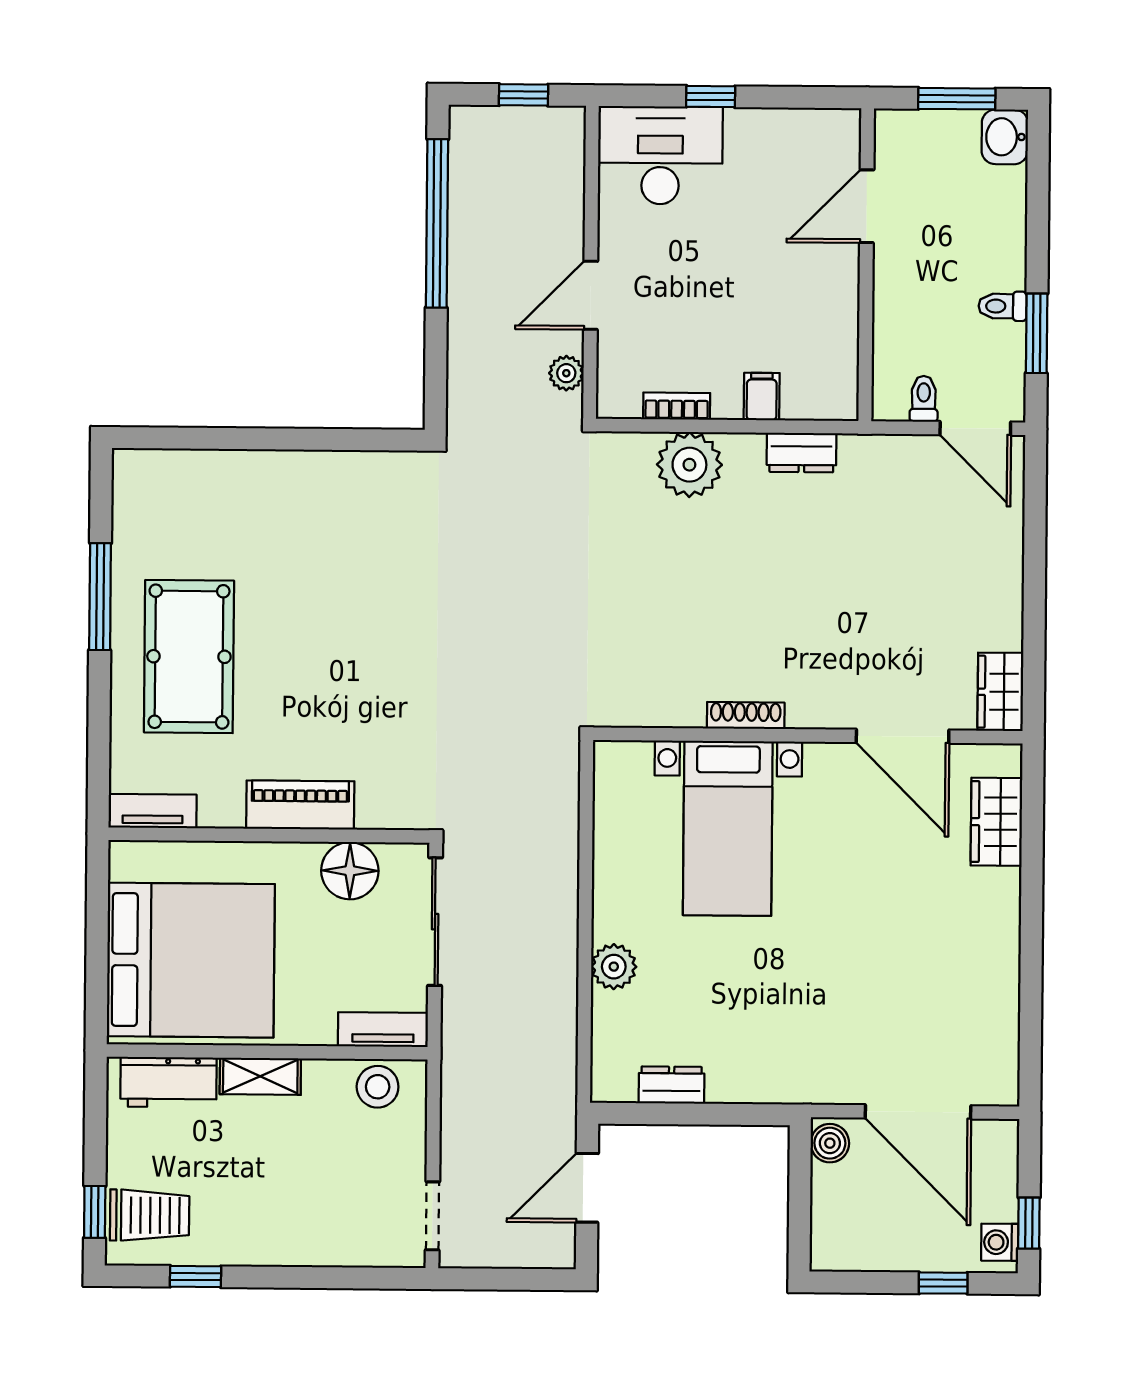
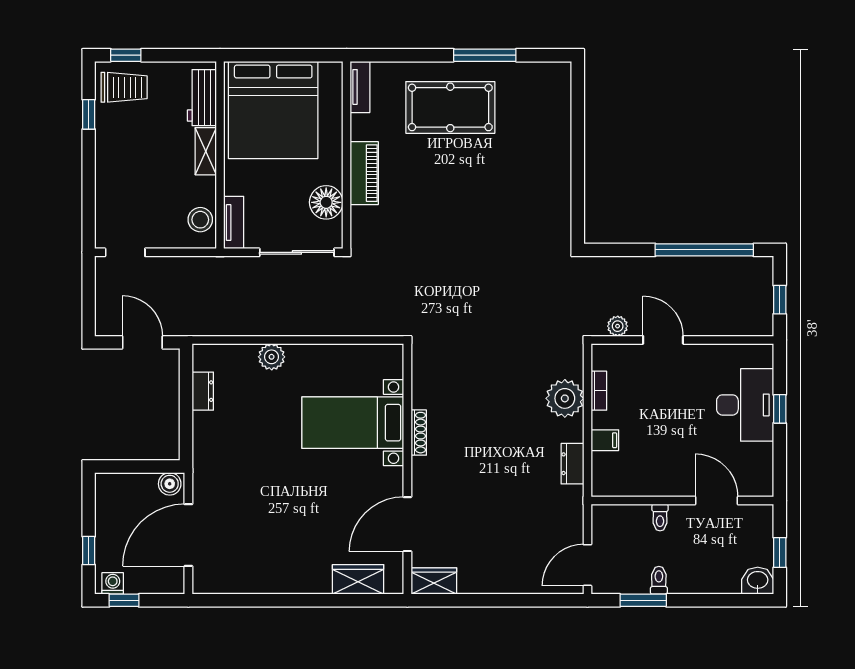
window: (957, 99) -> (780, 552), width x0.67
desk: (660, 155) -> (745, 405), moved
toilet: (924, 399) -> (660, 518), moved, turned 90
trolley: (150, 1215) -> (124, 87), turned -90

